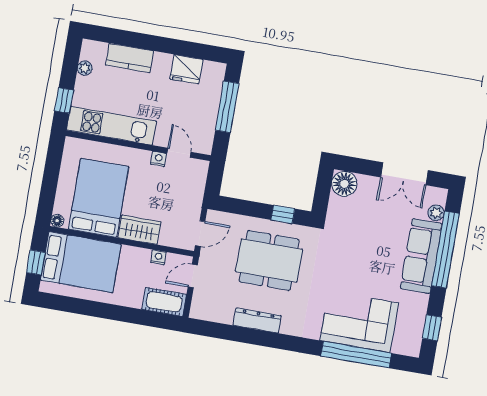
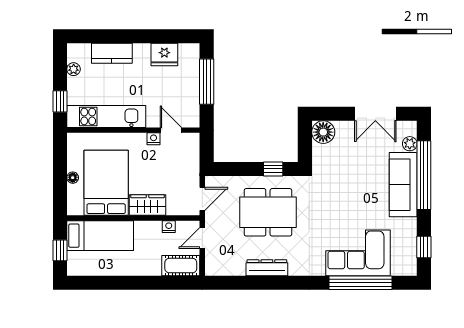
floor lamp: (57, 221) -> (73, 178), moved
bed: (81, 262) -> (100, 236), width x0.67

